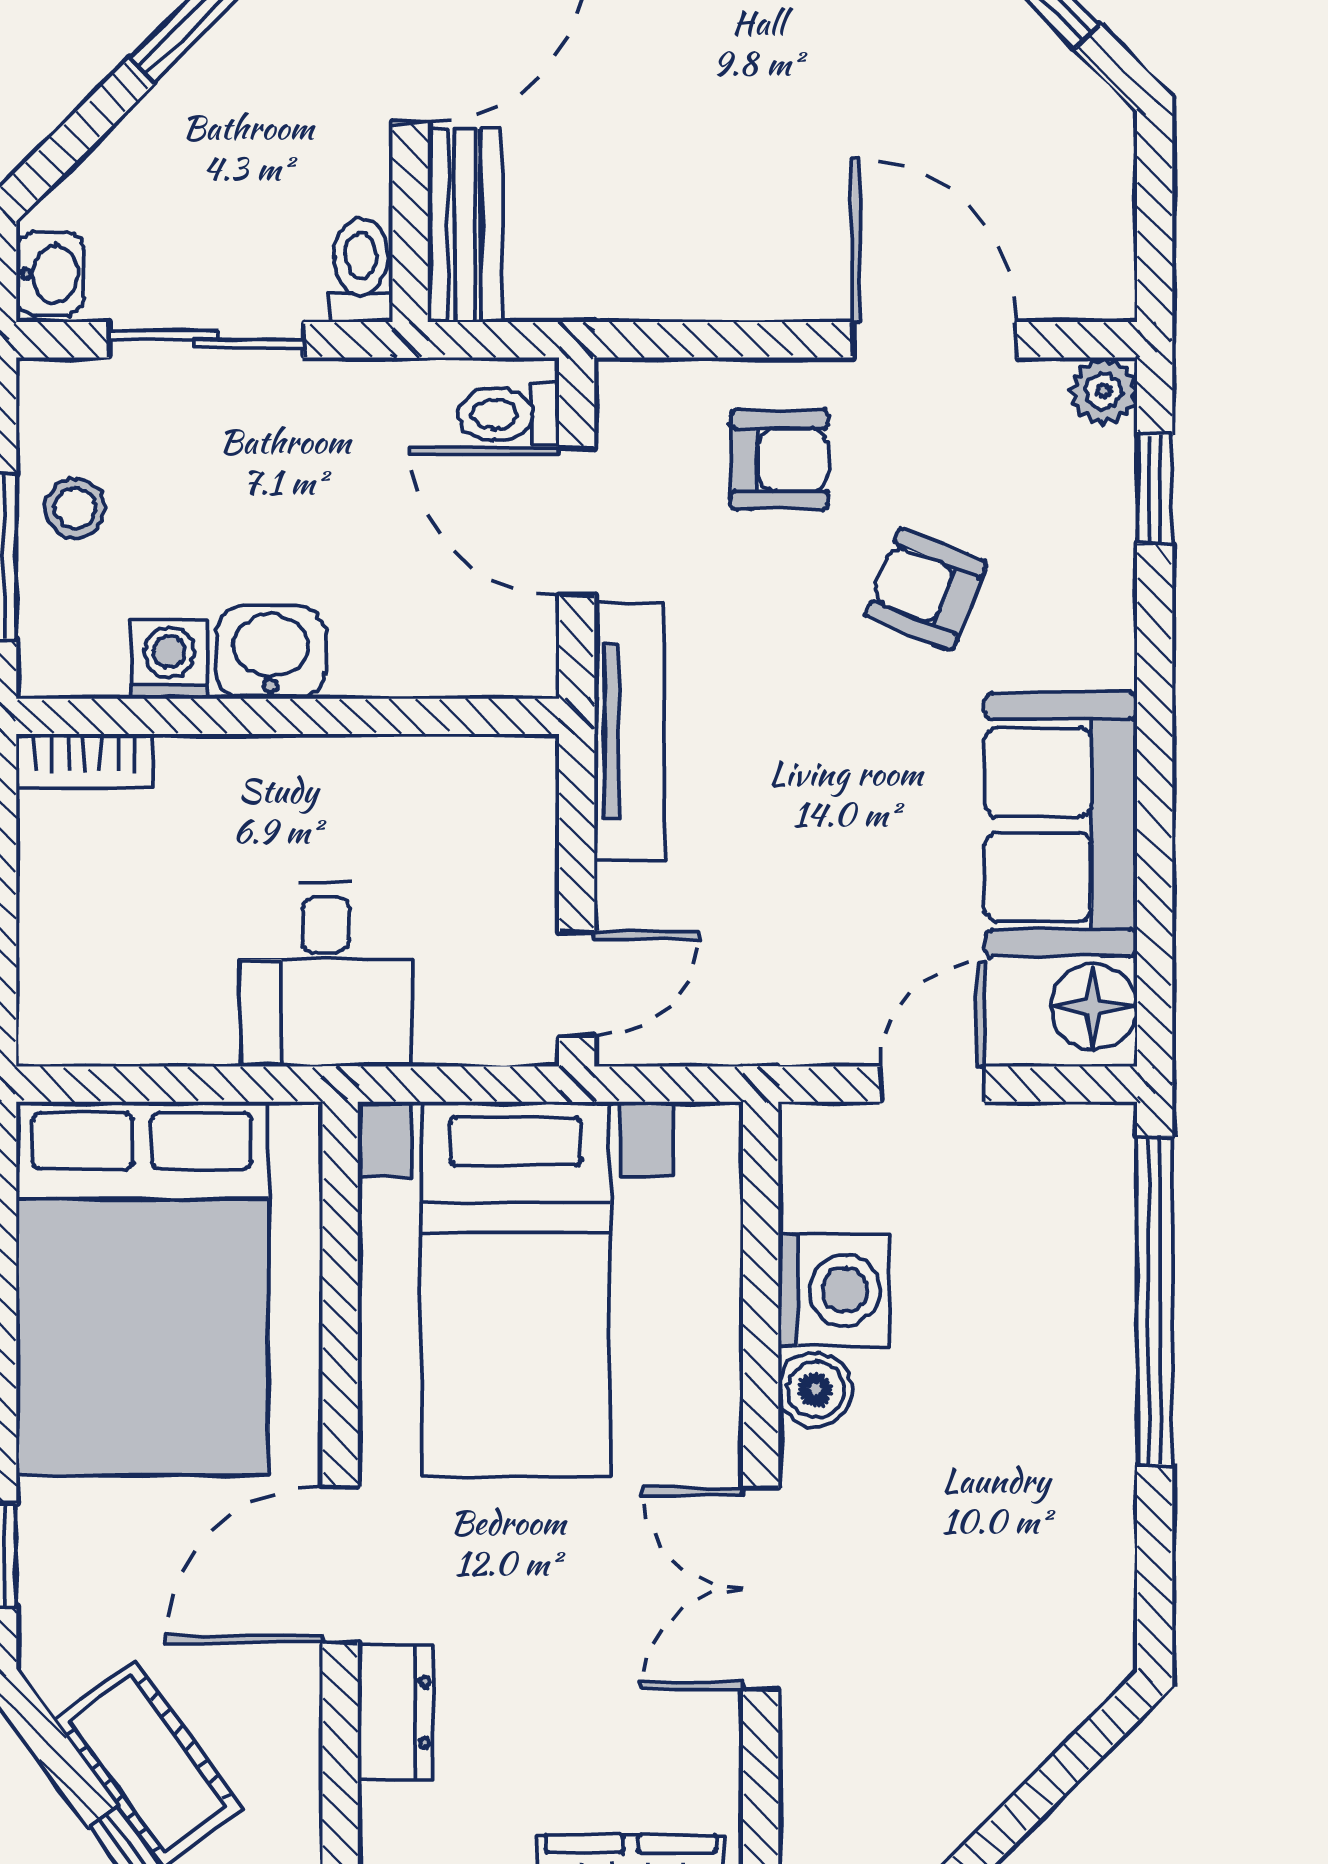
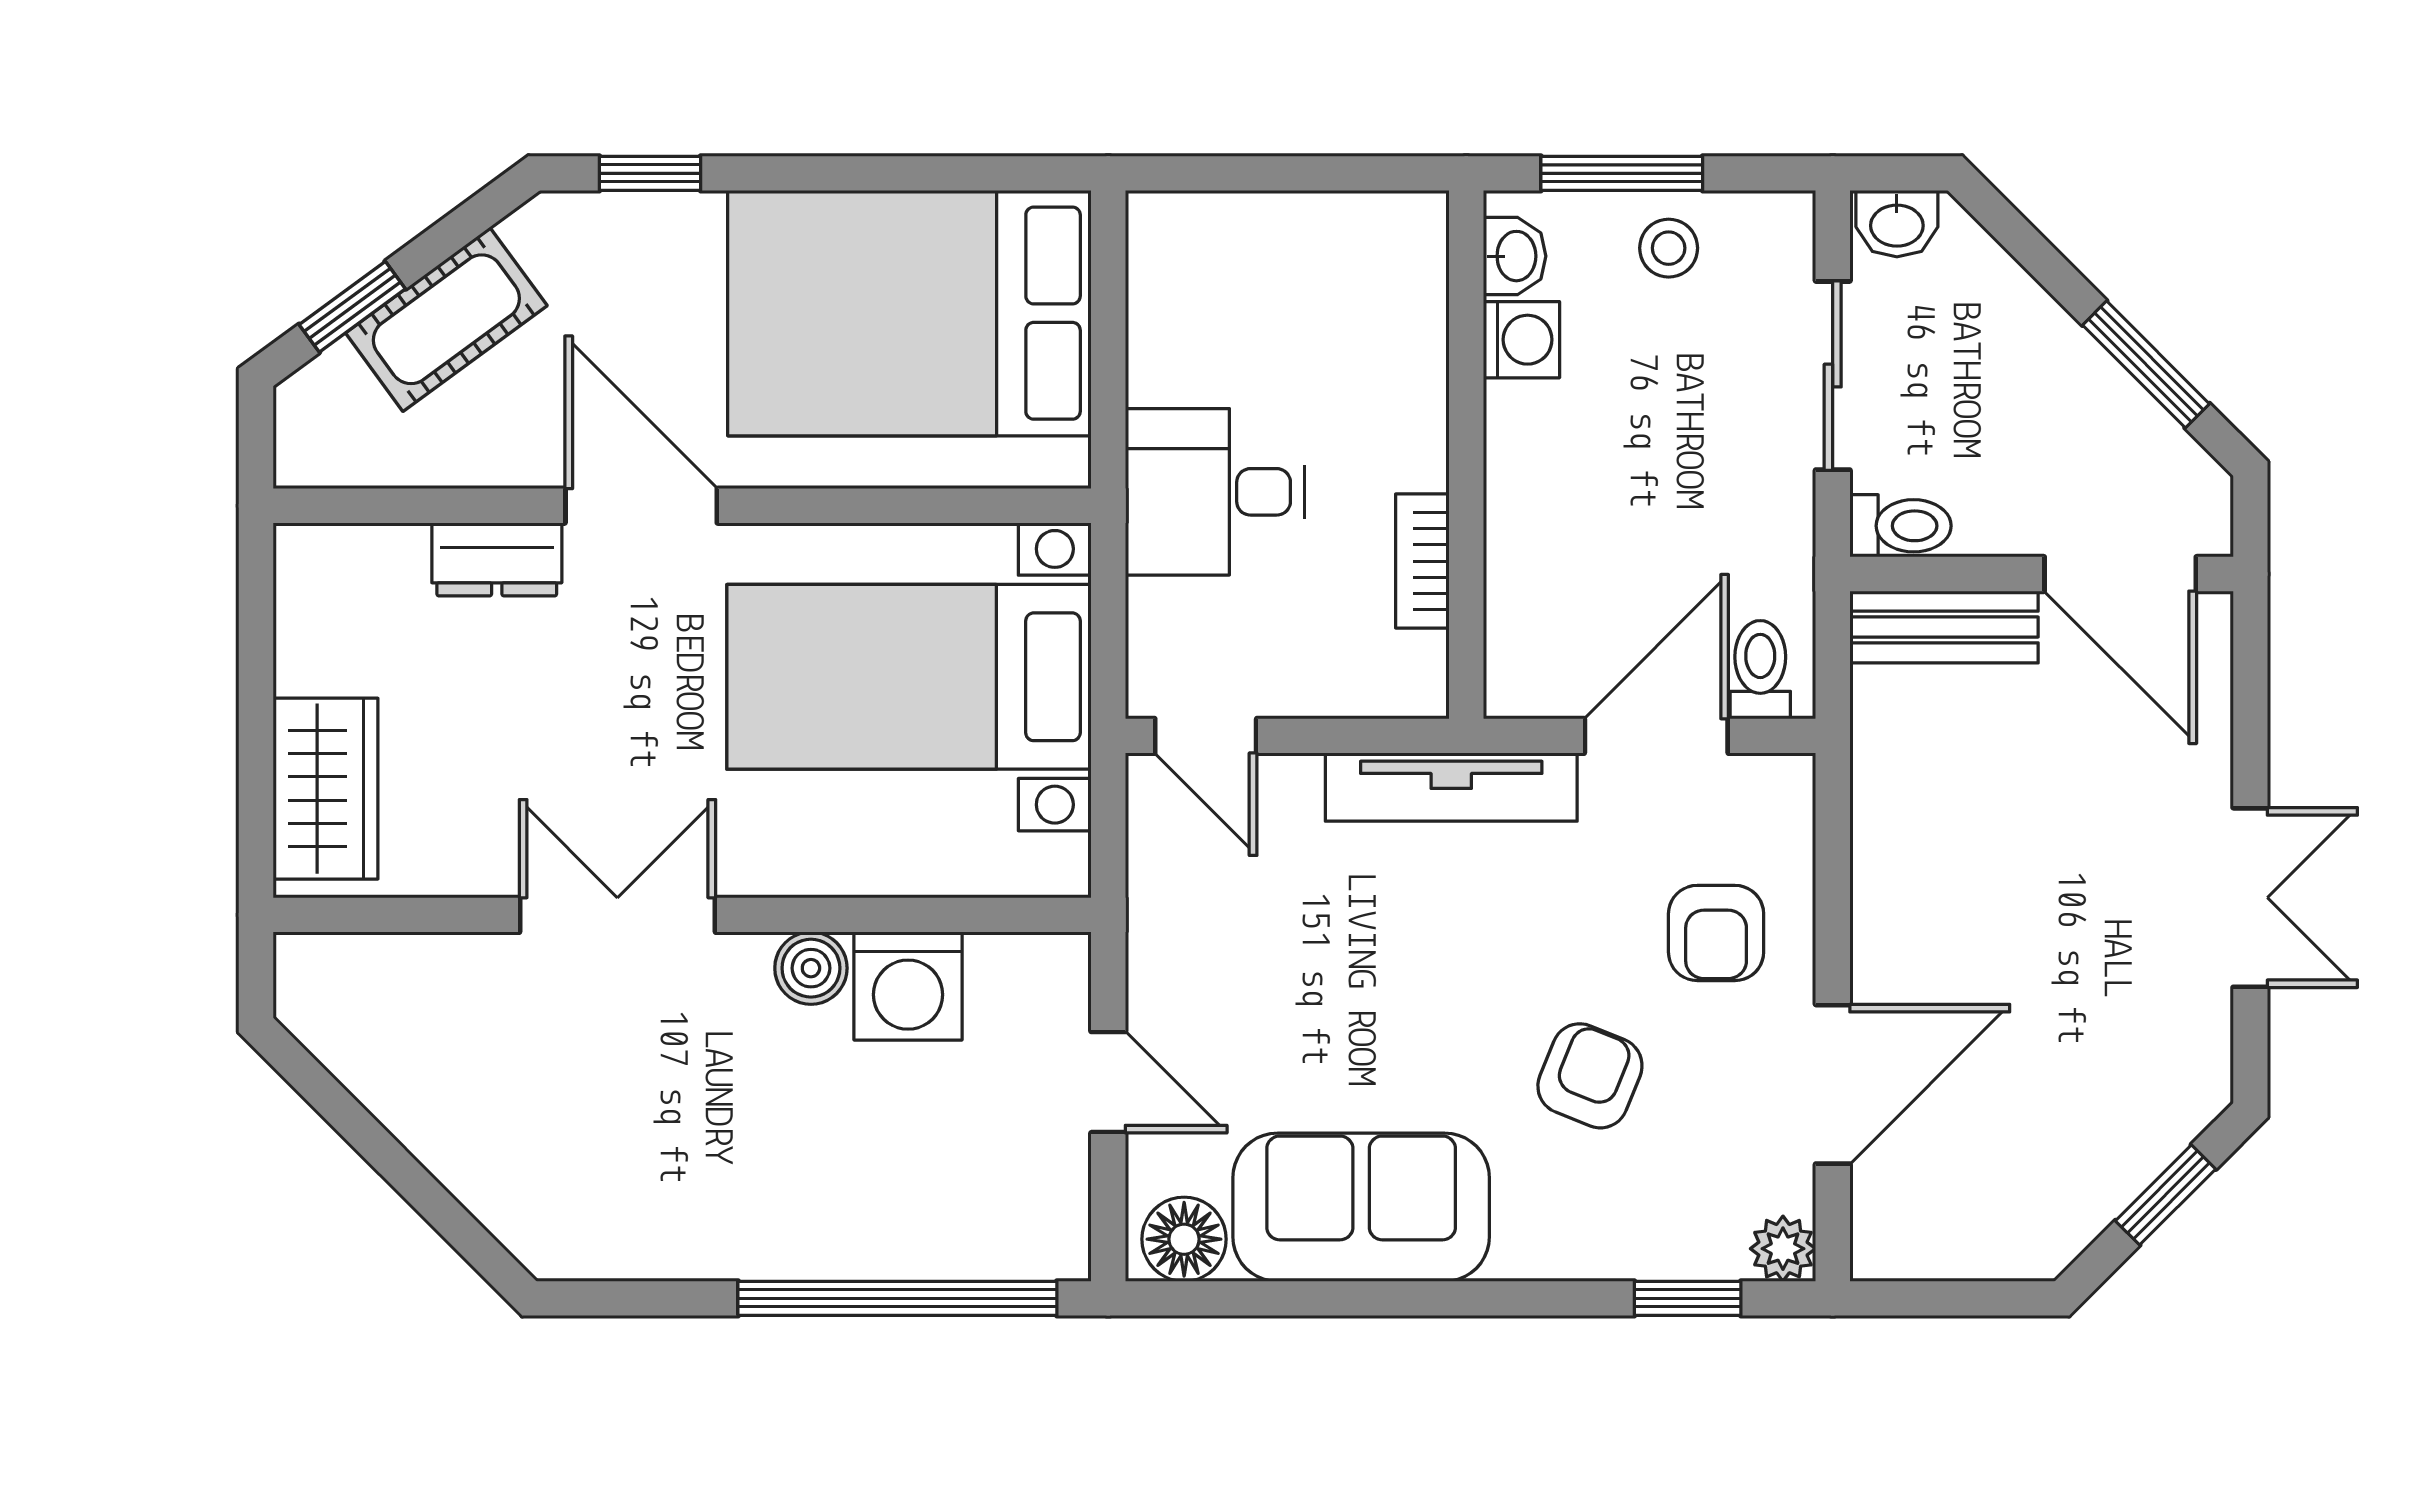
washbasin: (271, 652) -> (1515, 256), moved, width x0.72, depth x0.69
bookcase: (85, 761) -> (1422, 561), moved

